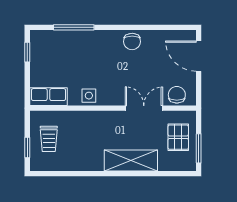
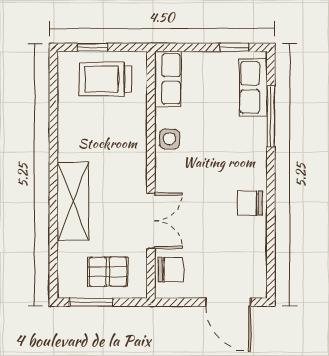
row of seats: (54, 39) -> (253, 87), added
door: (199, 56) -> (228, 302), swing flipped
trolley: (49, 139) -> (105, 79), width x1.36, depth x1.39

